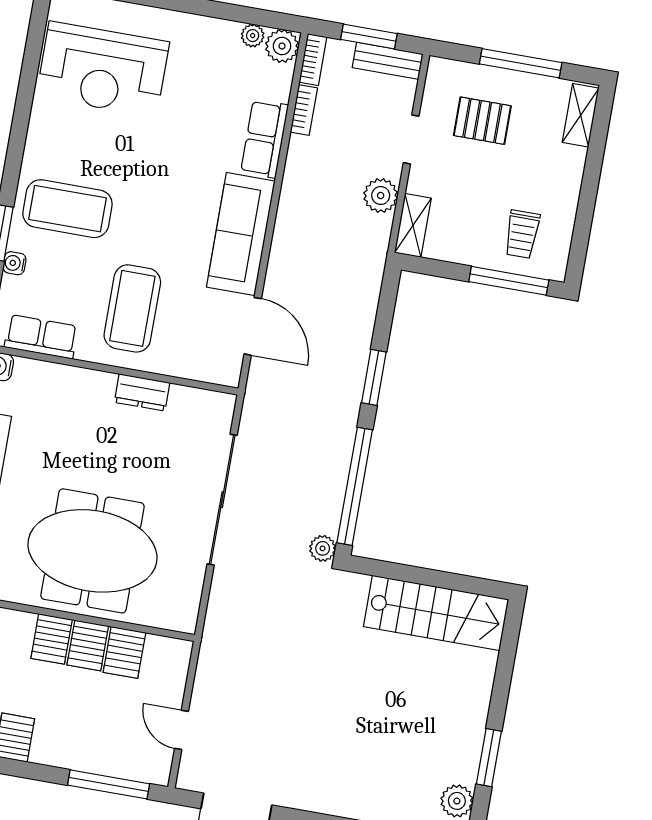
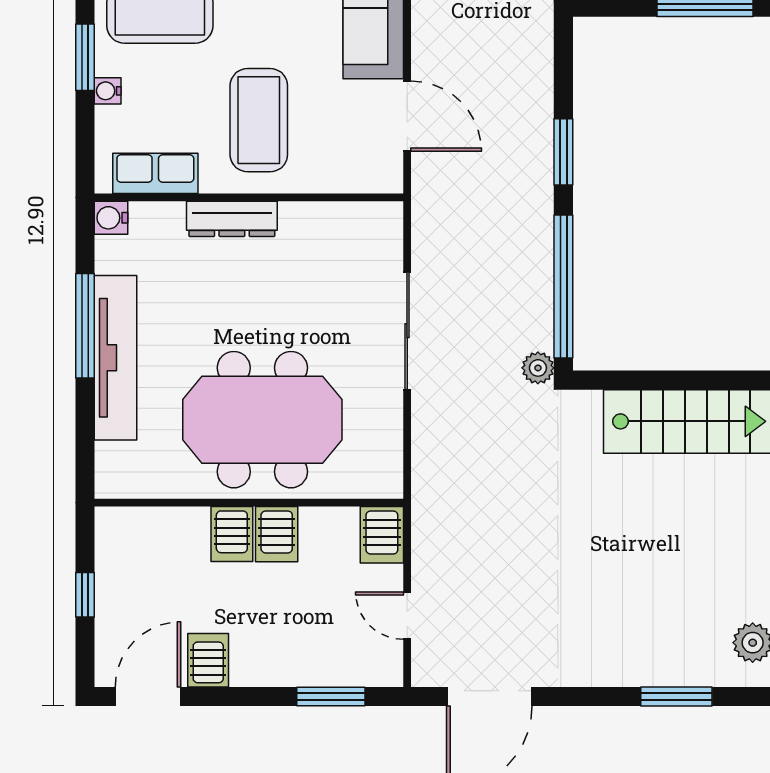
dresser: (142, 392) -> (232, 219), moved, width x1.44
sliding door: (222, 500) -> (407, 331), width x0.73
server rack: (124, 652) -> (382, 535), moved
window: (109, 784) -> (331, 697), width x0.69

